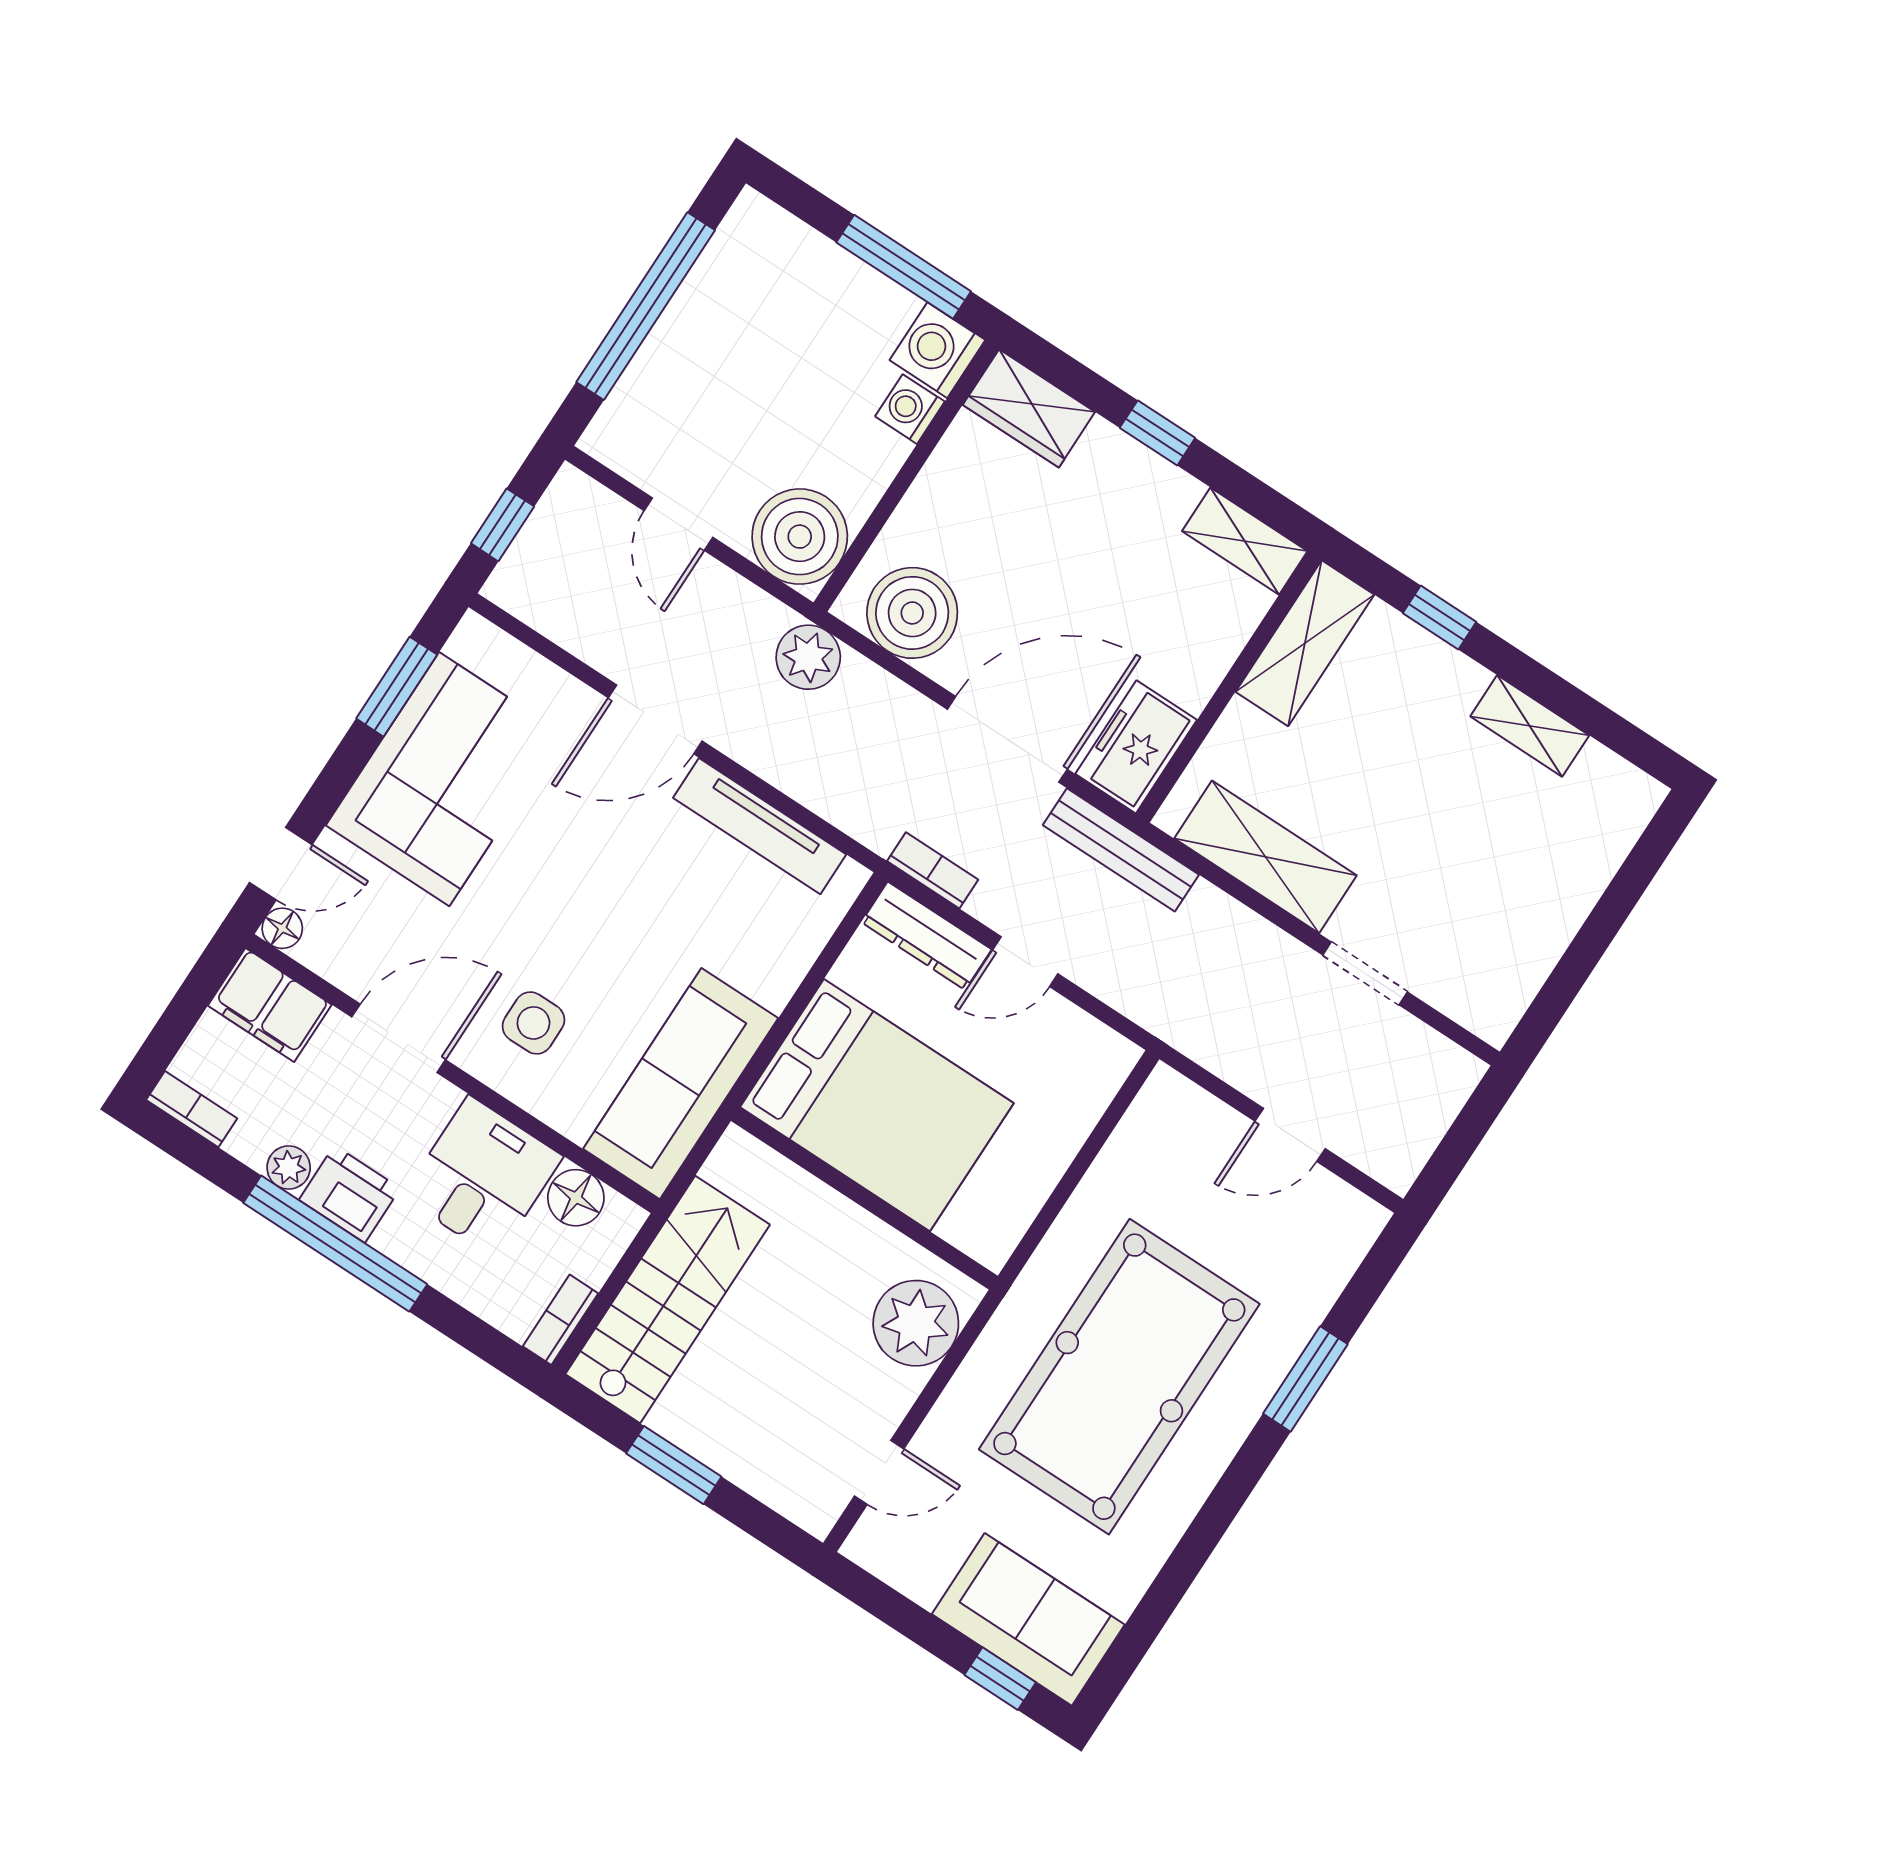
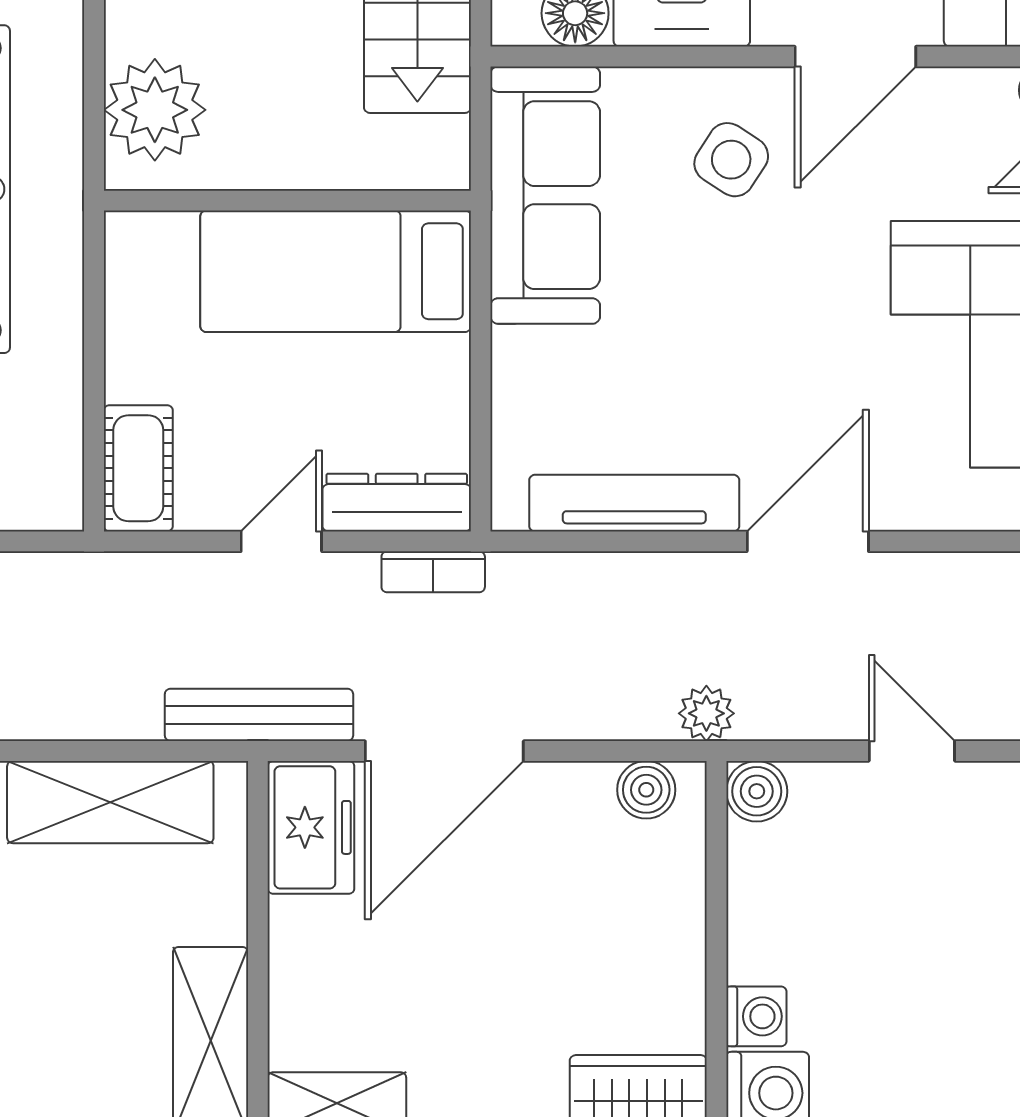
boiler: (800, 537) -> (757, 791), width x0.54, depth x0.54
boiler: (912, 613) -> (646, 790), width x0.54, depth x0.54
plant: (808, 657) -> (706, 713), width x0.73, depth x0.73
side table: (533, 1023) -> (731, 160), turned 33
cot: (1092, 1079) -> (138, 468), added
bed: (877, 1105) -> (336, 271), width x0.67

